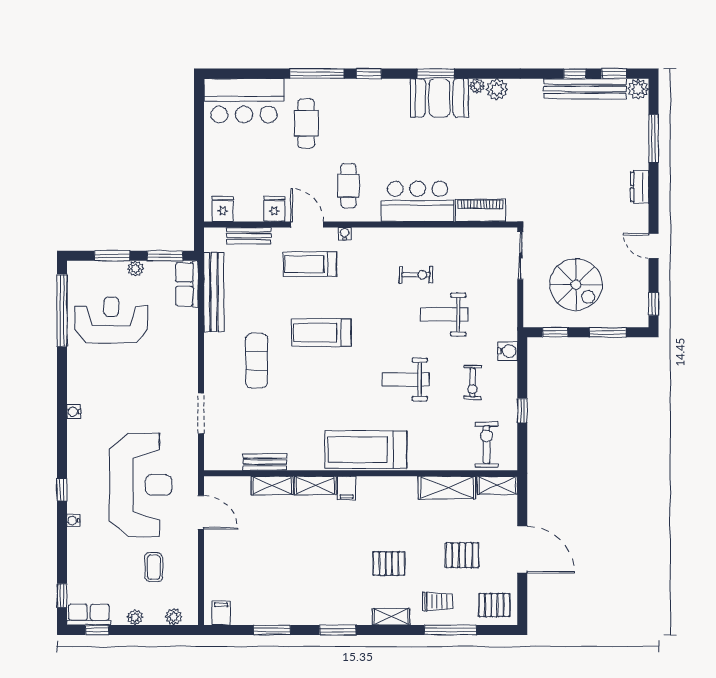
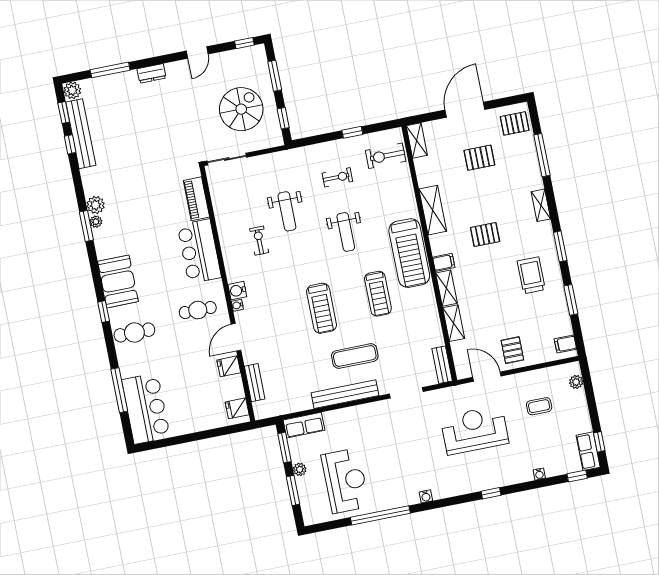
window: (317, 74) -> (119, 390), moved
window: (436, 74) -> (86, 226), moved
booth: (439, 98) -> (118, 281), moved
cafe table: (306, 123) -> (134, 333), moved
treadmill: (310, 264) -> (378, 294), moved
bench: (214, 292) -> (345, 394), moved
window: (62, 311) -> (380, 515), moved
reception desk: (111, 320) -> (345, 481), turned 180
water cooler: (508, 351) -> (237, 291), moved, turned -90
bench: (265, 462) -> (442, 365), moved
reception desk: (141, 485) -> (474, 430), width x0.74, depth x0.77
shelving: (447, 488) -> (433, 210), moved
door: (201, 512) -> (487, 377), hinge flipped
water cooler: (73, 520) -> (539, 474), moved
pallet: (226, 549) -> (512, 350), added
pallet: (462, 555) -> (479, 158), turned 90
pallet: (389, 564) -> (485, 235), moved, turned 90
trolley: (437, 601) -> (531, 275), moved, width x1.36, depth x1.39
pallet: (494, 605) -> (515, 123), turned 90
plant: (135, 617) -> (583, 413), removed

